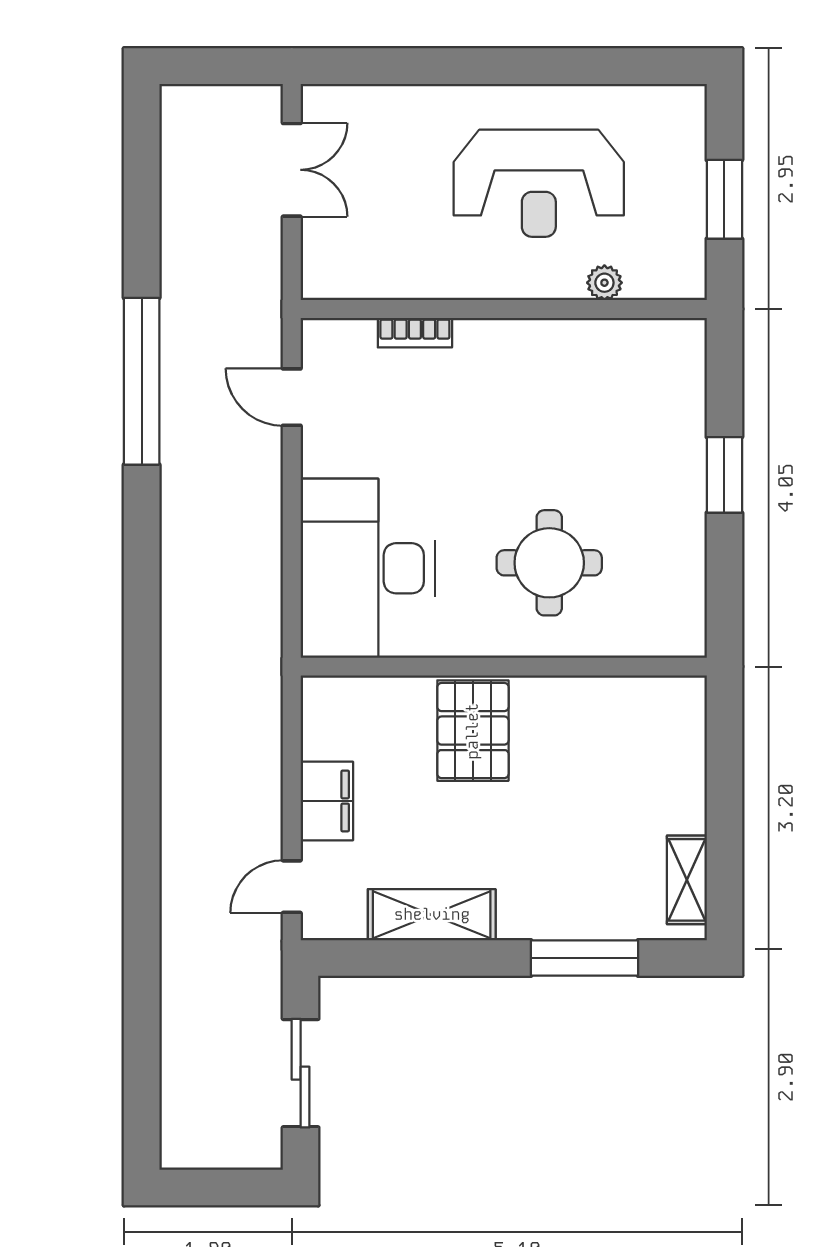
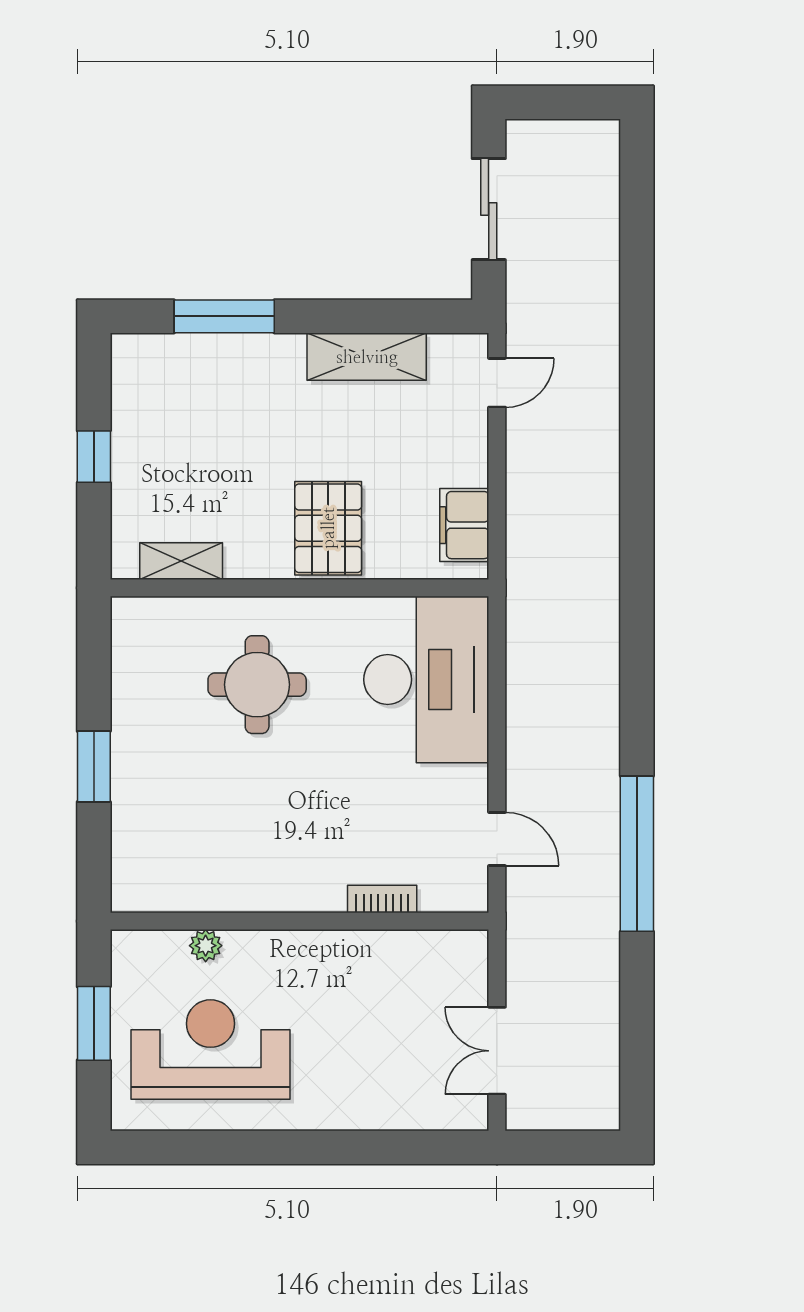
reception desk: (539, 183) -> (210, 1049), moved
filing cabinet: (327, 801) -> (464, 525), moved
window: (724, 807) -> (94, 457), added
shelving: (687, 880) -> (181, 561), moved, turned 90

